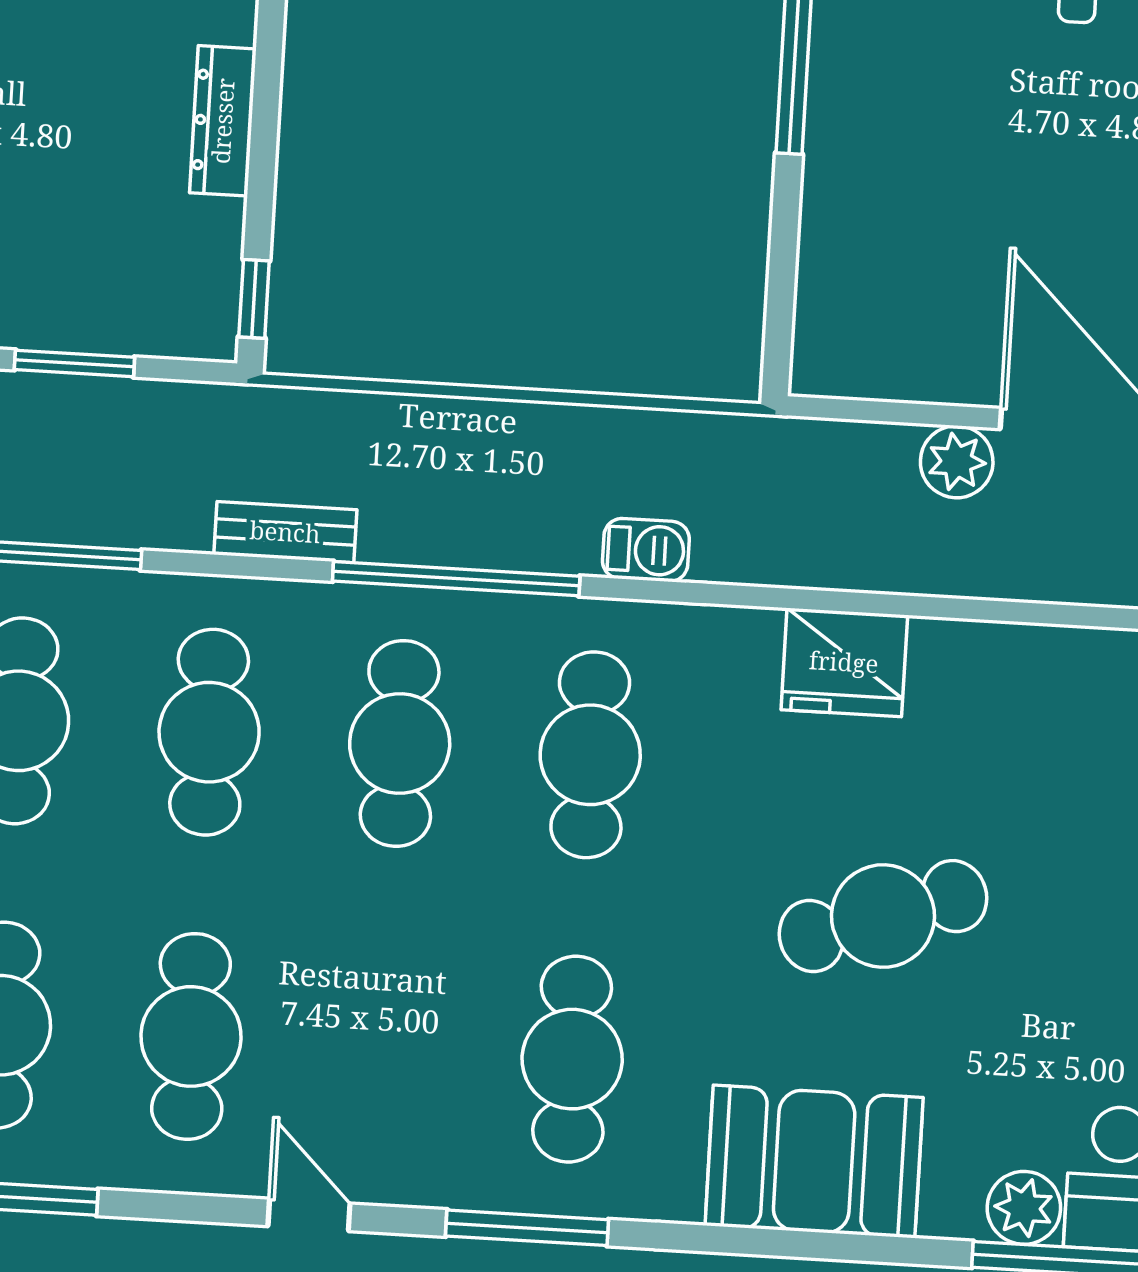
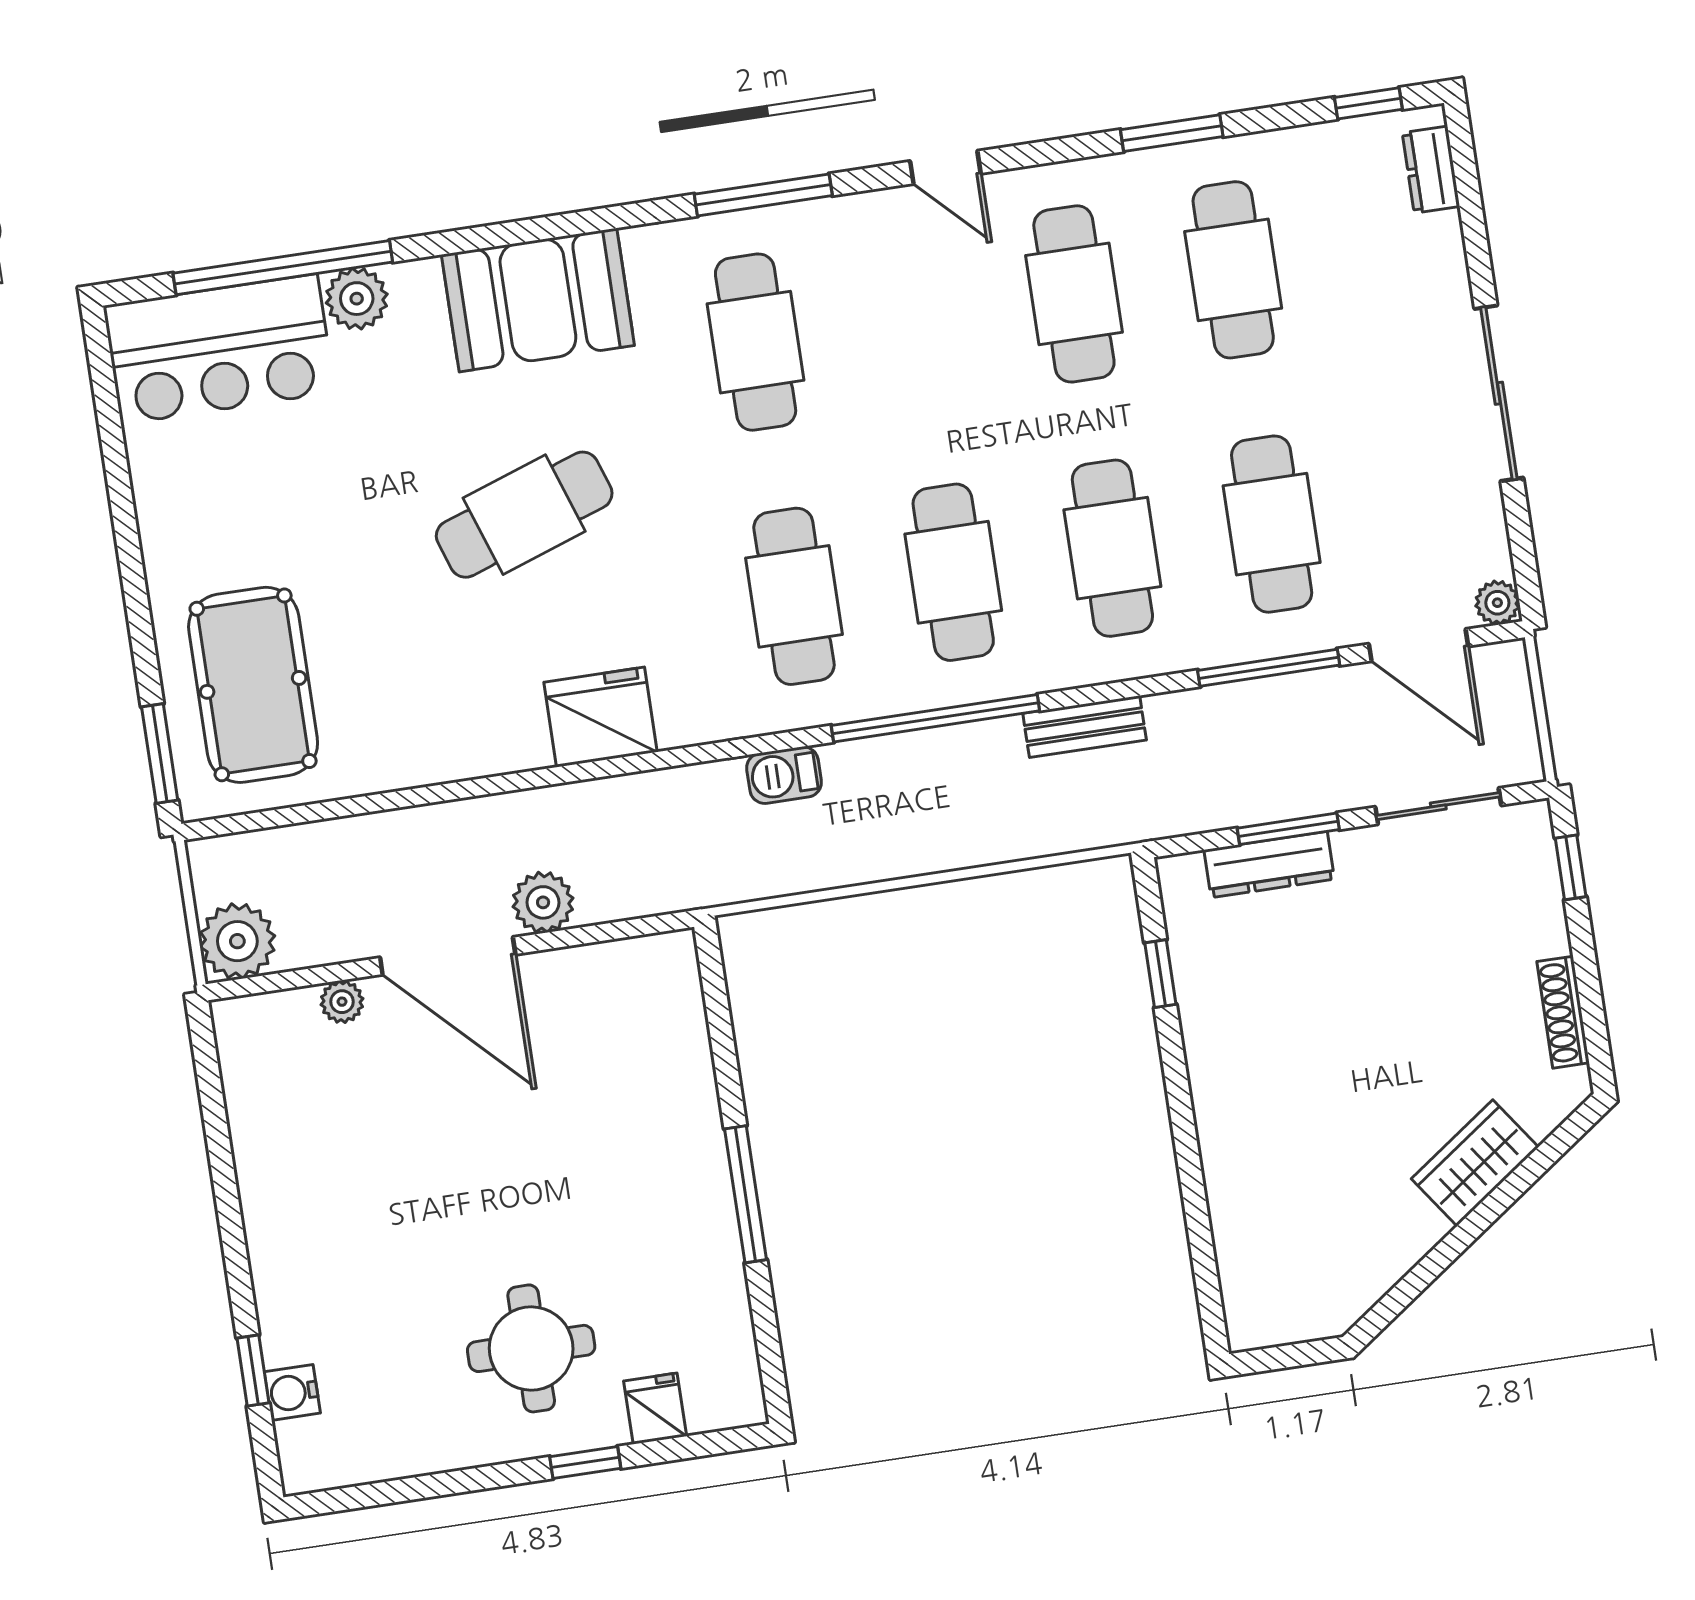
dresser: (223, 121) -> (1269, 865), moved, turned 90
window: (254, 299) -> (1160, 974), moved

